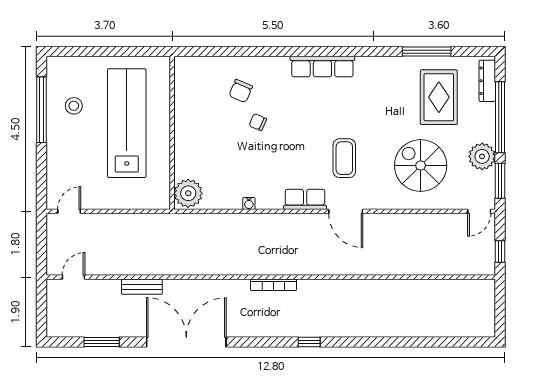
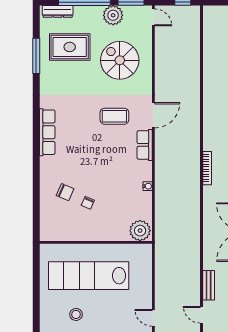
chair: (258, 122) -> (88, 203), moved
spiral stairs: (421, 166) -> (120, 60), turned 90
bench: (142, 287) -> (209, 285), moved

